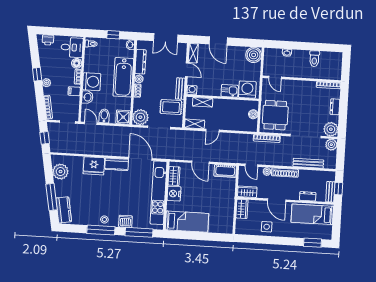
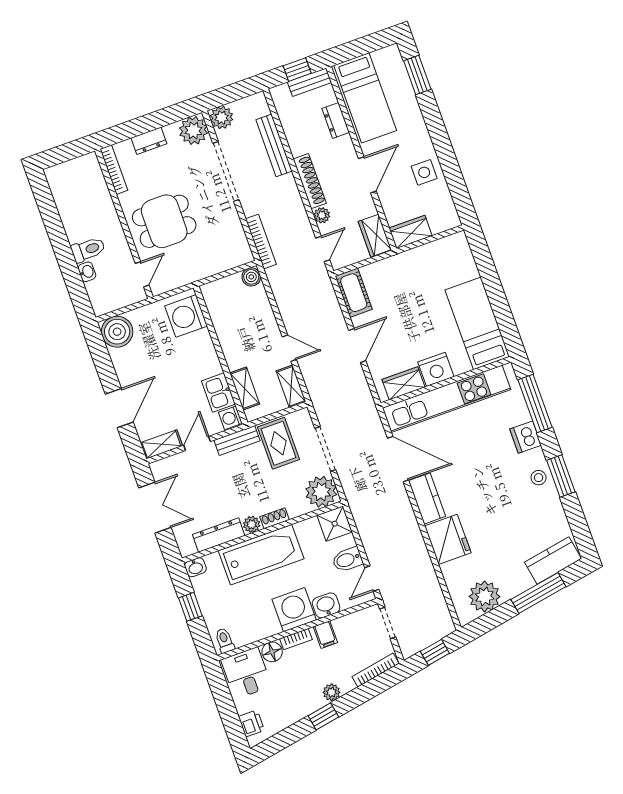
toilet: (314, 59) -> (88, 250), moved
kitchen sink: (230, 91) -> (218, 393), moved
boiler: (253, 114) -> (251, 277), moved
dining table: (275, 115) -> (164, 221), moved
door: (140, 159) -> (398, 459), swing flipped
window: (101, 230) -> (561, 476), width x0.69

